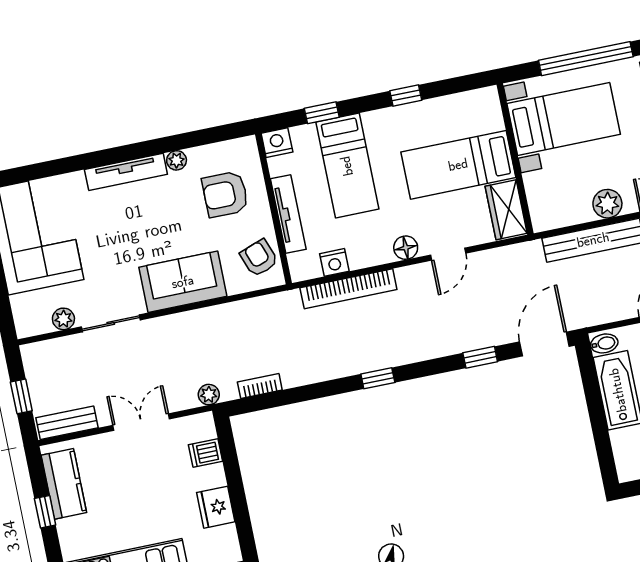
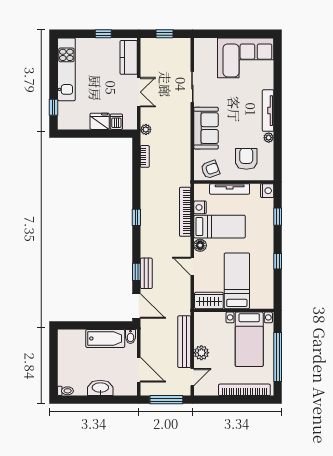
bed: (347, 166) -> (220, 227), moved, turned 180
plant: (63, 319) -> (200, 63), removed
bench: (67, 423) -> (146, 273), moved
kitchen counter: (64, 484) -> (129, 57), moved, turned 90
fridge: (216, 507) -> (100, 121), moved

